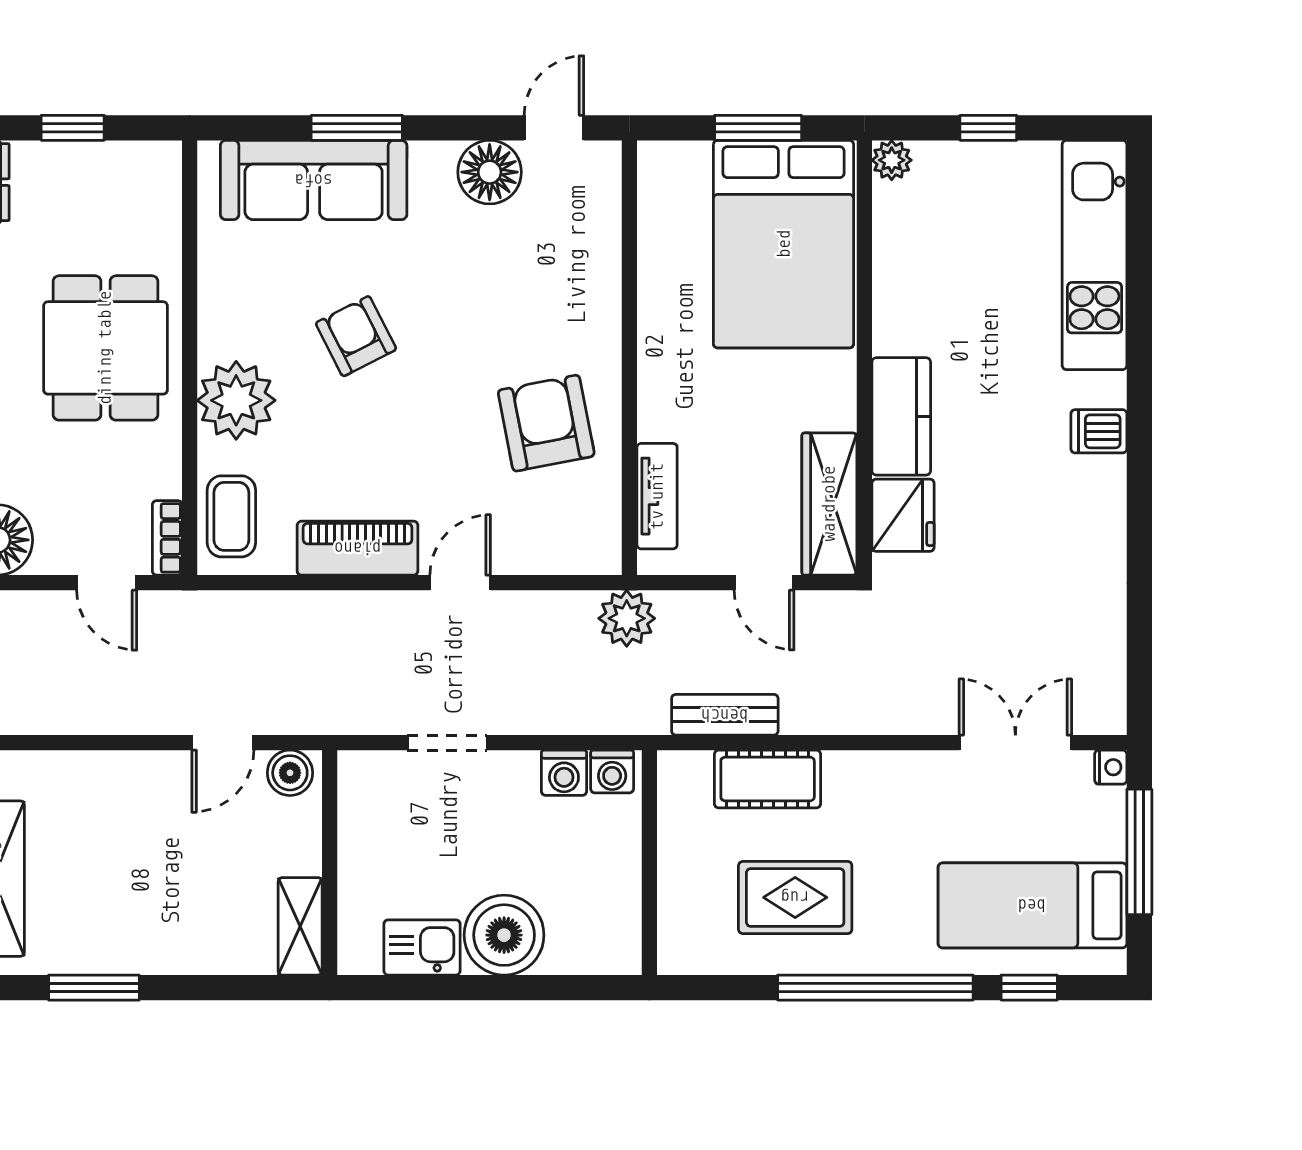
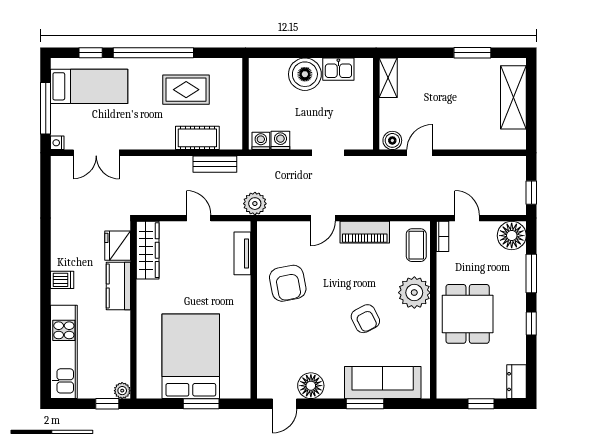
plant: (892, 160) -> (122, 391), moved
wall: (864, 358) -> (133, 310), moved
kitchen counter: (901, 416) -> (118, 286), moved
wardrobe: (829, 504) -> (148, 250), moved
fridge: (903, 515) -> (118, 246), moved

